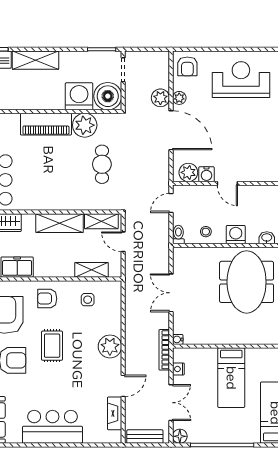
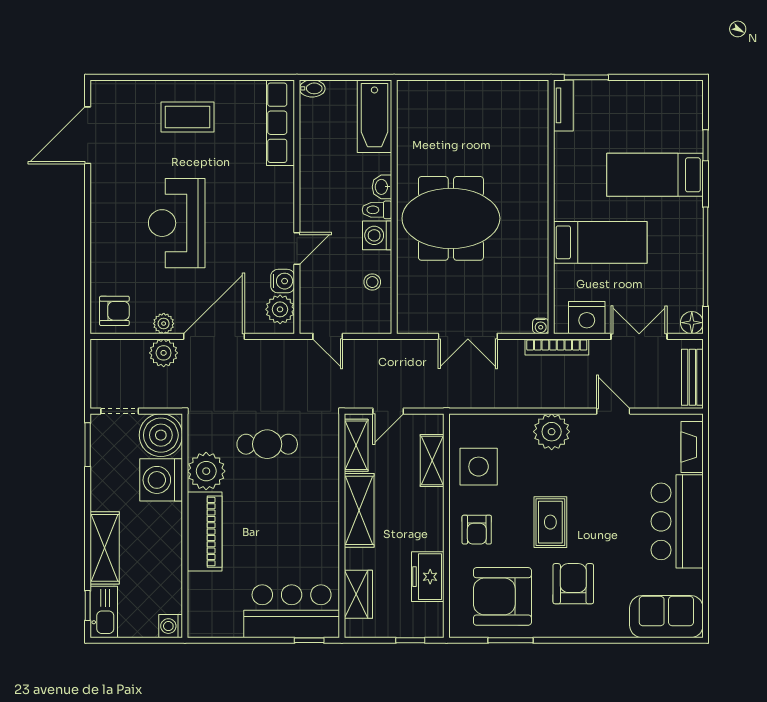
reception desk: (241, 80) -> (177, 223), moved
toilet: (178, 235) -> (377, 210), moved
side table: (88, 300) -> (479, 467), width x1.87, depth x1.87
rug: (52, 346) -> (550, 522), turned 90
nightstand: (178, 369) -> (587, 318), width x1.89, depth x1.79
fireplace: (115, 413) -> (692, 447), moved, turned 90

